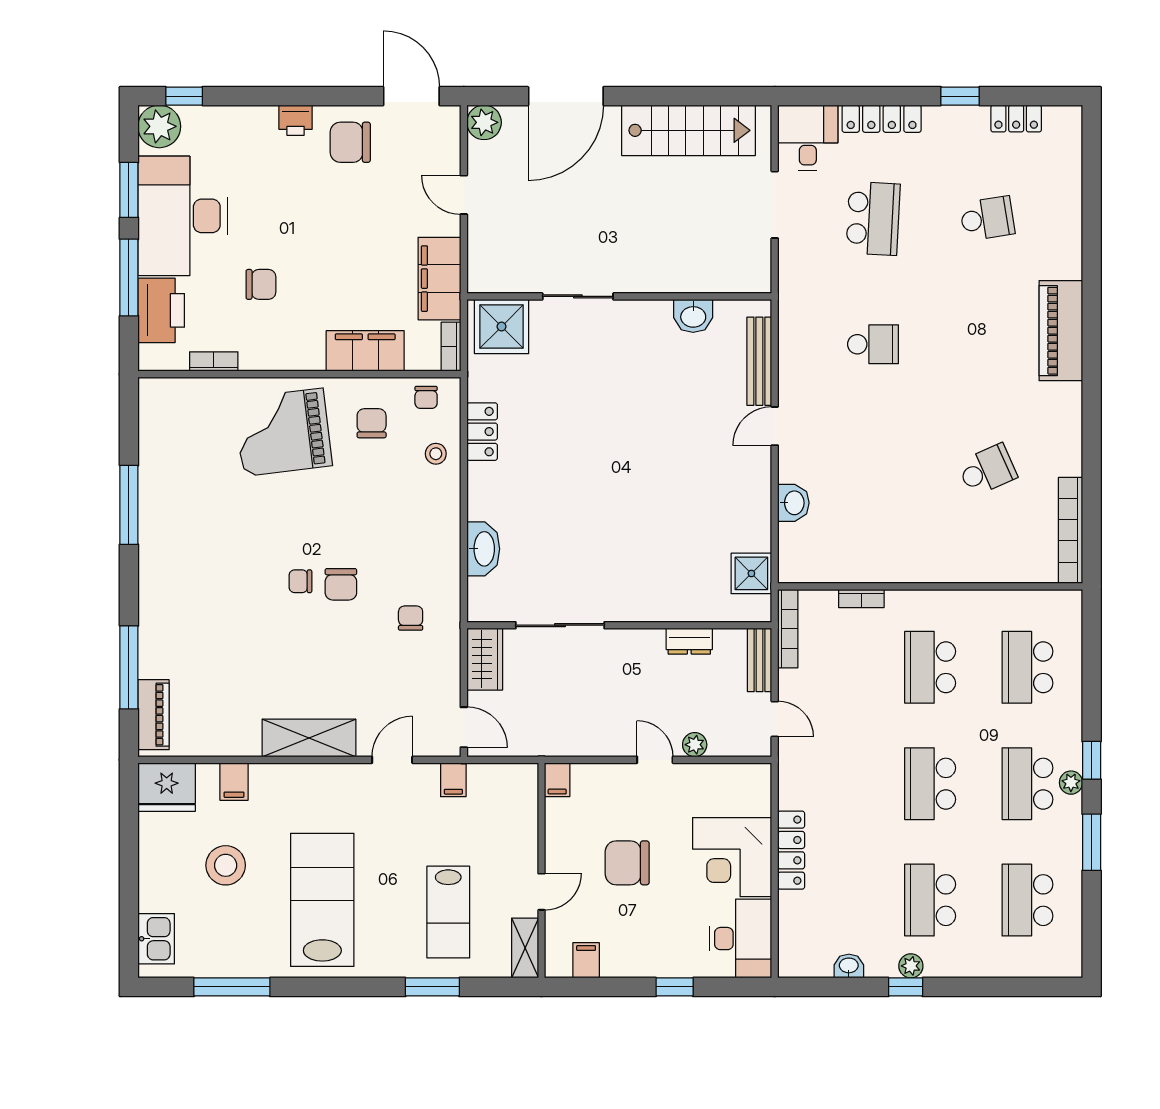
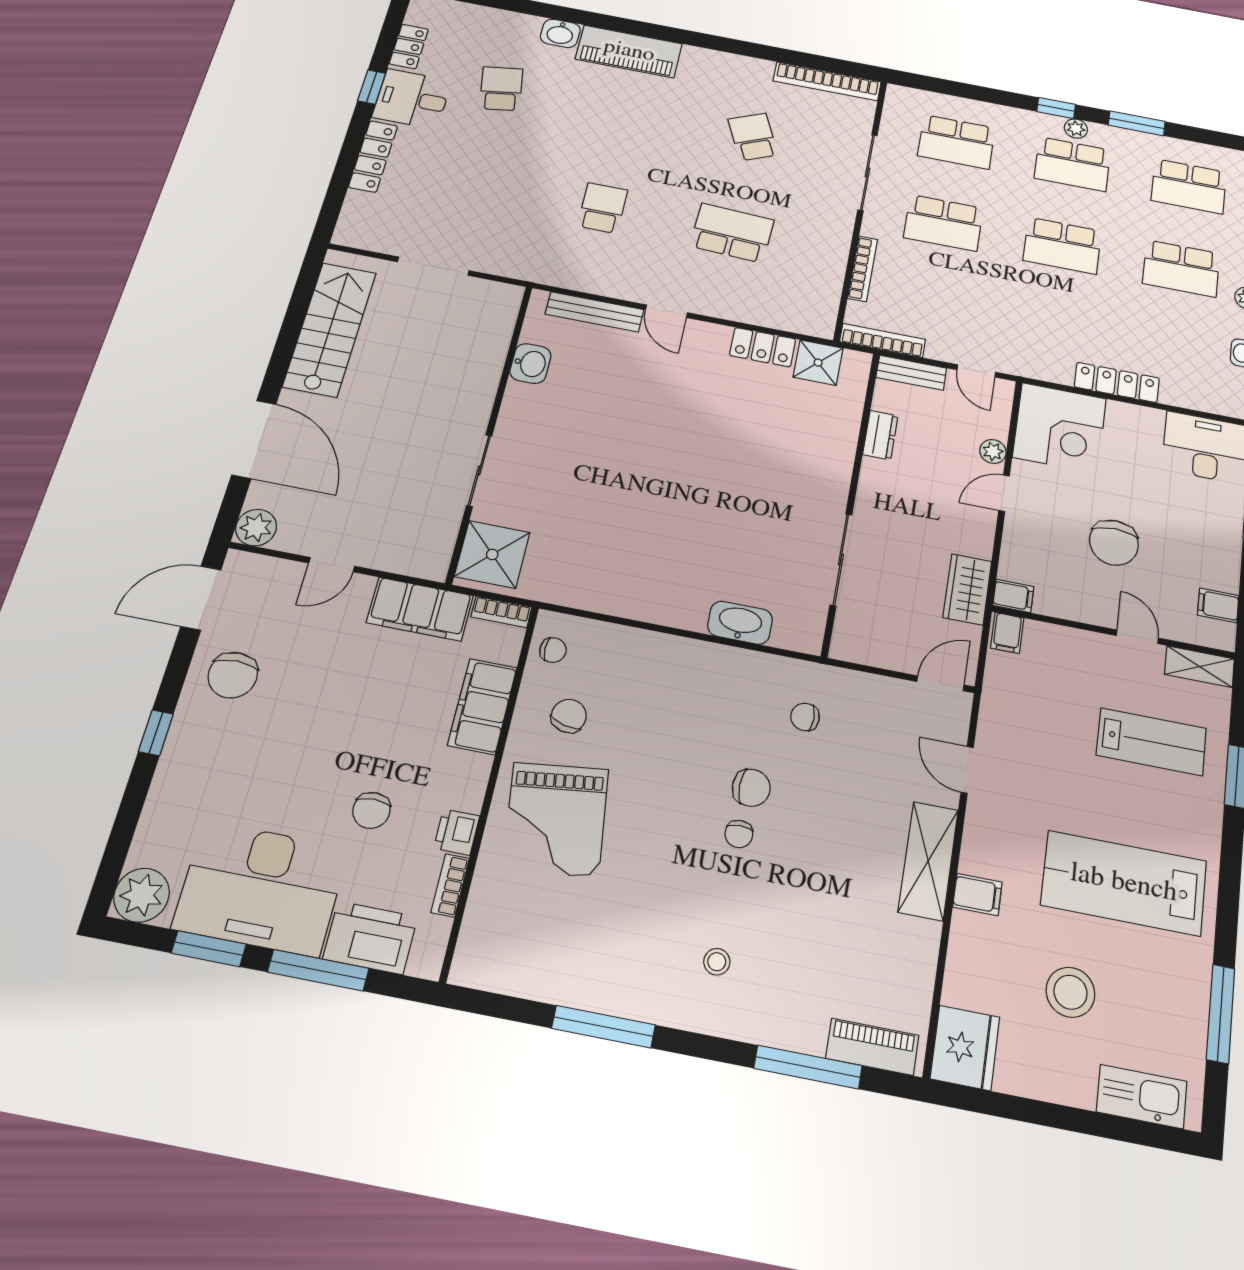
window: (184, 96) -> (156, 733), moved
printer: (296, 120) -> (457, 832), moved, turned 180
desk: (808, 138) -> (412, 99), moved
school desk: (873, 219) -> (732, 233), moved
chair: (261, 284) -> (371, 810), turned 180
chair: (372, 423) -> (569, 716), turned 104
locker: (482, 432) -> (763, 347), moved, turned 180
stool: (436, 454) -> (717, 962), moved
washbasin: (793, 503) -> (560, 33), moved, turned 180
sliding door: (971, 586) -> (867, 172), added
bookcase: (861, 598) -> (863, 269), width x1.56
wardrobe: (485, 659) -> (967, 589), moved, turned -90
door: (775, 719) -> (976, 371), swing flipped
filing cabinet: (453, 780) -> (1007, 633), moved, turned 90
filing cabinet: (234, 782) -> (977, 895), moved
corner desk: (732, 857) -> (1060, 428), moved
kitchen sink: (156, 939) -> (1142, 1096), width x1.38

